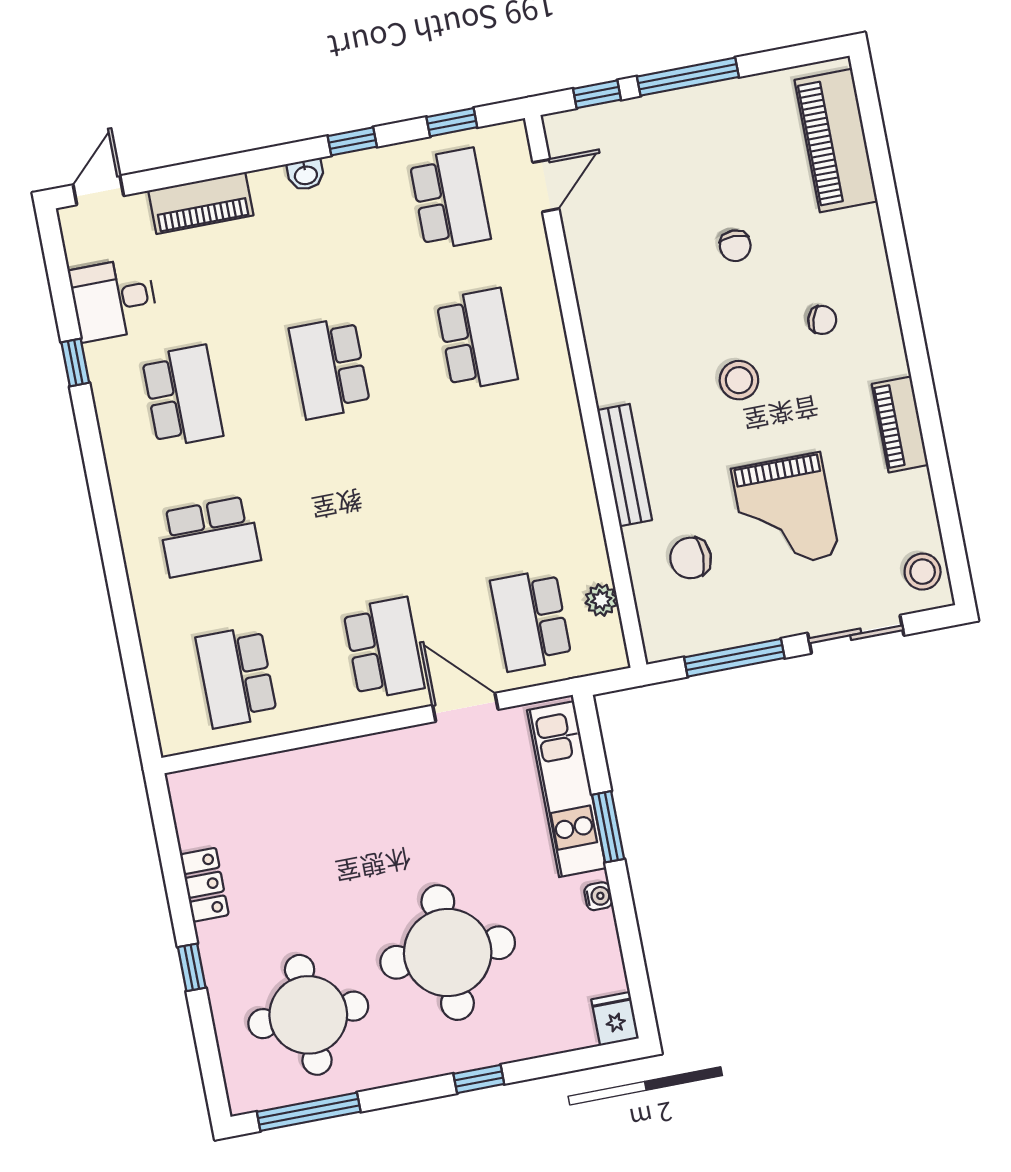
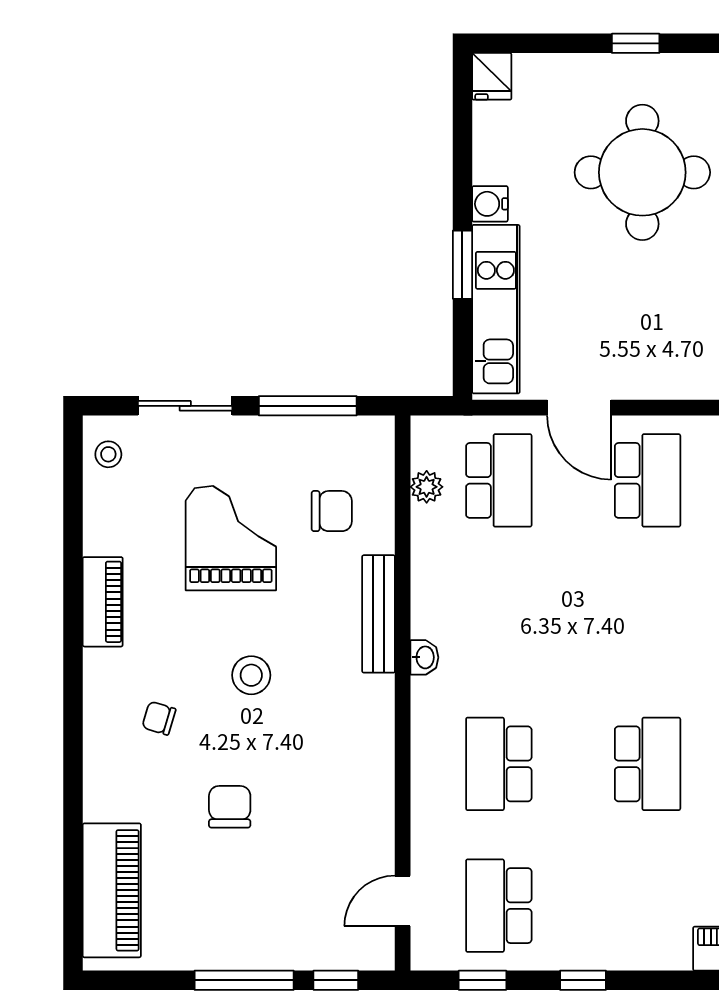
washbasin: (306, 175) -> (424, 657), moved, turned 90
chair: (735, 246) -> (230, 807), width x1.37, depth x1.37
stool: (923, 572) -> (108, 454), width x0.73, depth x0.73
school desk: (384, 648) -> (648, 480), turned 180
water cooler: (598, 896) -> (490, 204), width x1.38, depth x1.38

